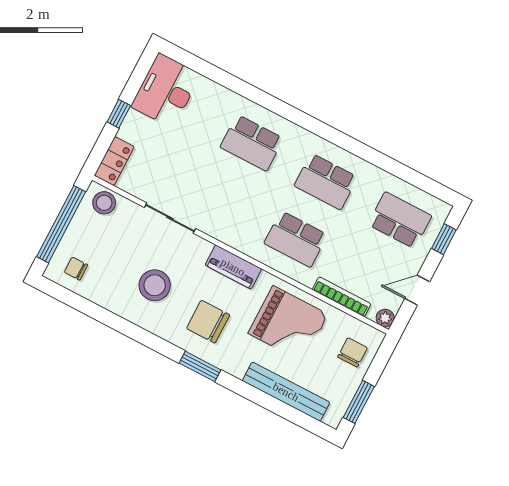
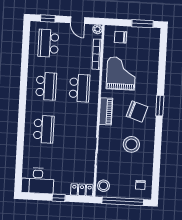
chair: (208, 322) -> (137, 111), turned -72
bench: (286, 392) -> (153, 60), removed

